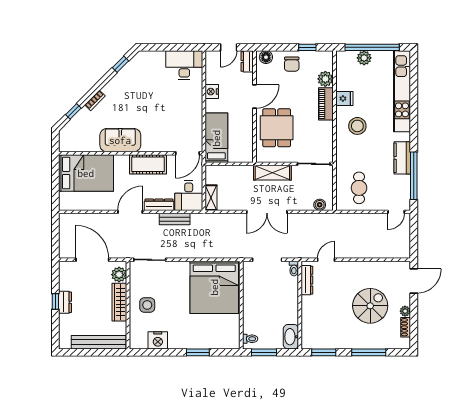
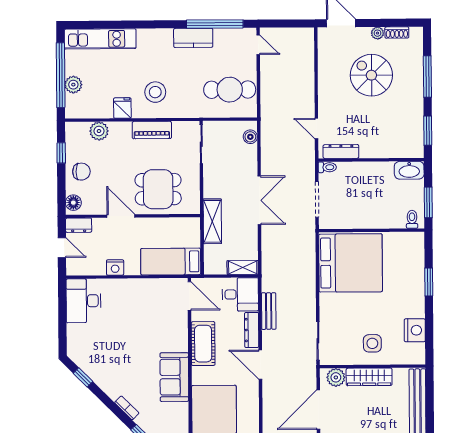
kitchen unit: (402, 91) -> (100, 39), width x0.73
piano: (326, 104) -> (152, 130), moved
shelving: (272, 173) -> (212, 221), moved
cafe table: (359, 188) -> (230, 90), width x1.37, depth x1.35

